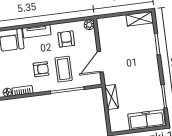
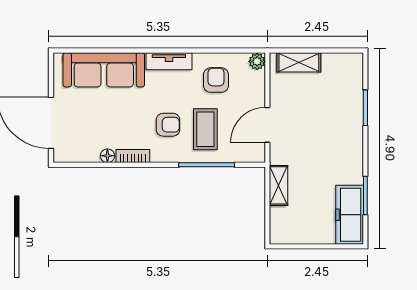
shelving: (140, 19) -> (299, 62), moved
freezer: (147, 120) -> (350, 215), moved, turned -90

